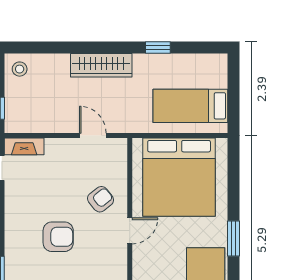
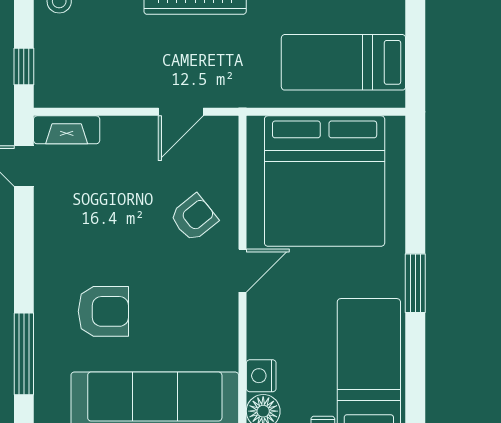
door: (93, 136) -> (181, 112), swing flipped
armchair: (58, 237) -> (103, 311), moved

